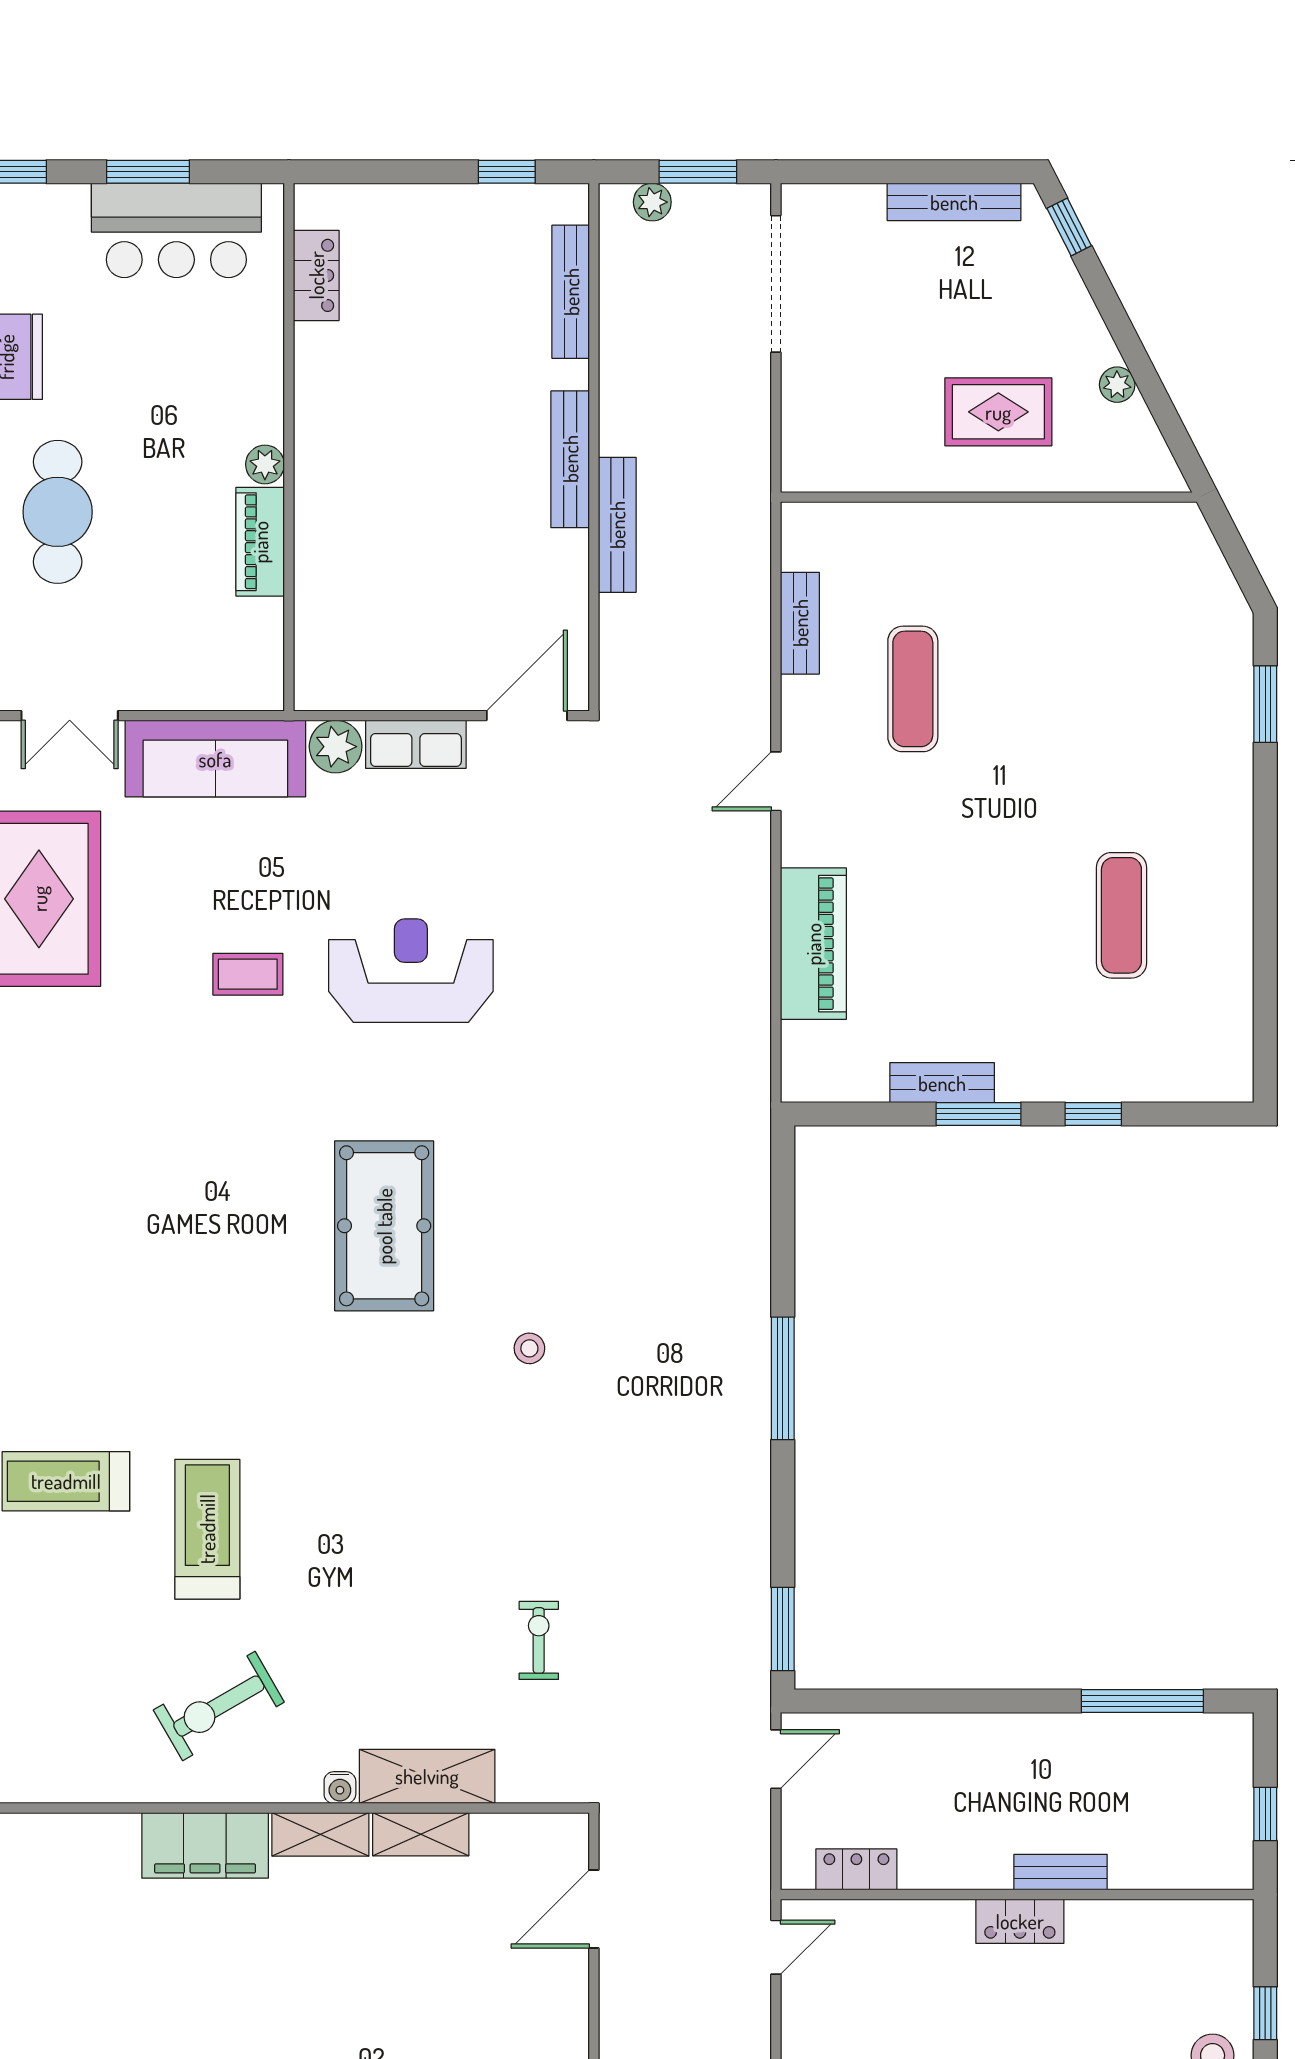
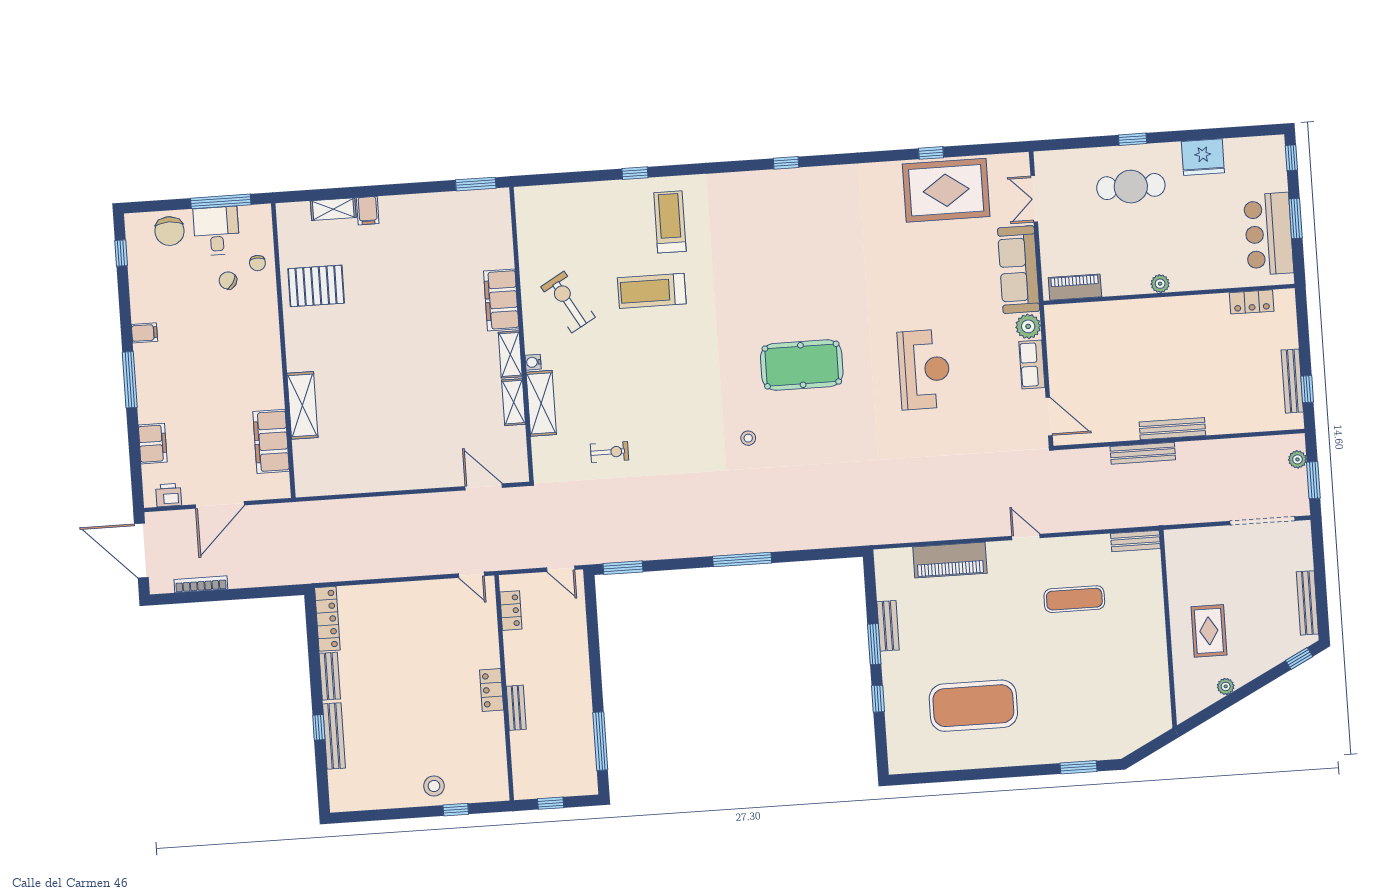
bench: (571, 292) -> (1292, 381), moved, turned 90
piano: (260, 542) -> (1075, 287), moved
bench: (800, 623) -> (1135, 541), moved
exercise mat: (1121, 915) -> (973, 706), width x2.00, depth x1.45
coffee table: (248, 974) -> (917, 292), removed
treadmill: (207, 1529) -> (652, 291), turned 180

